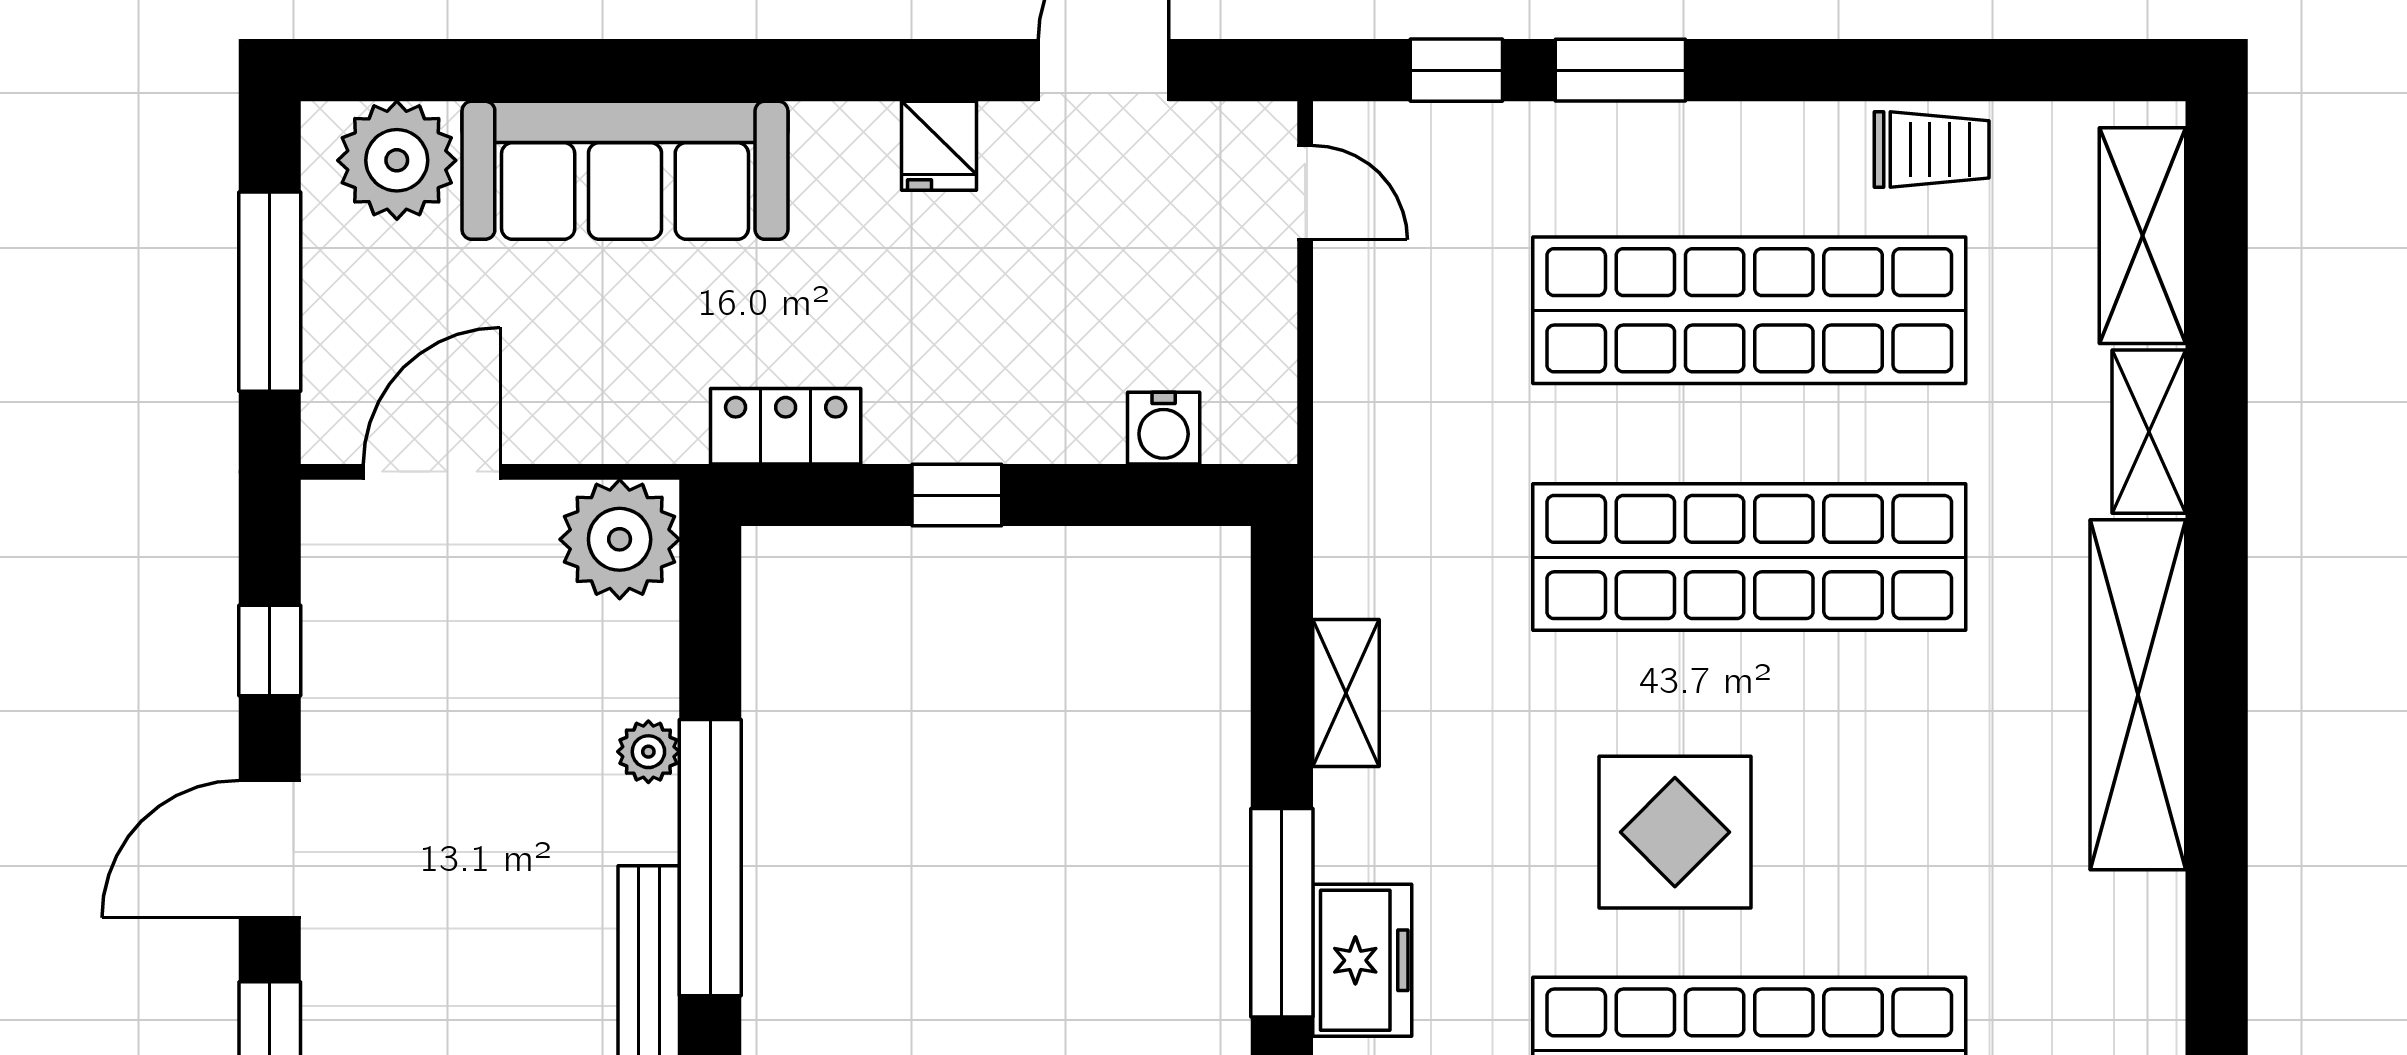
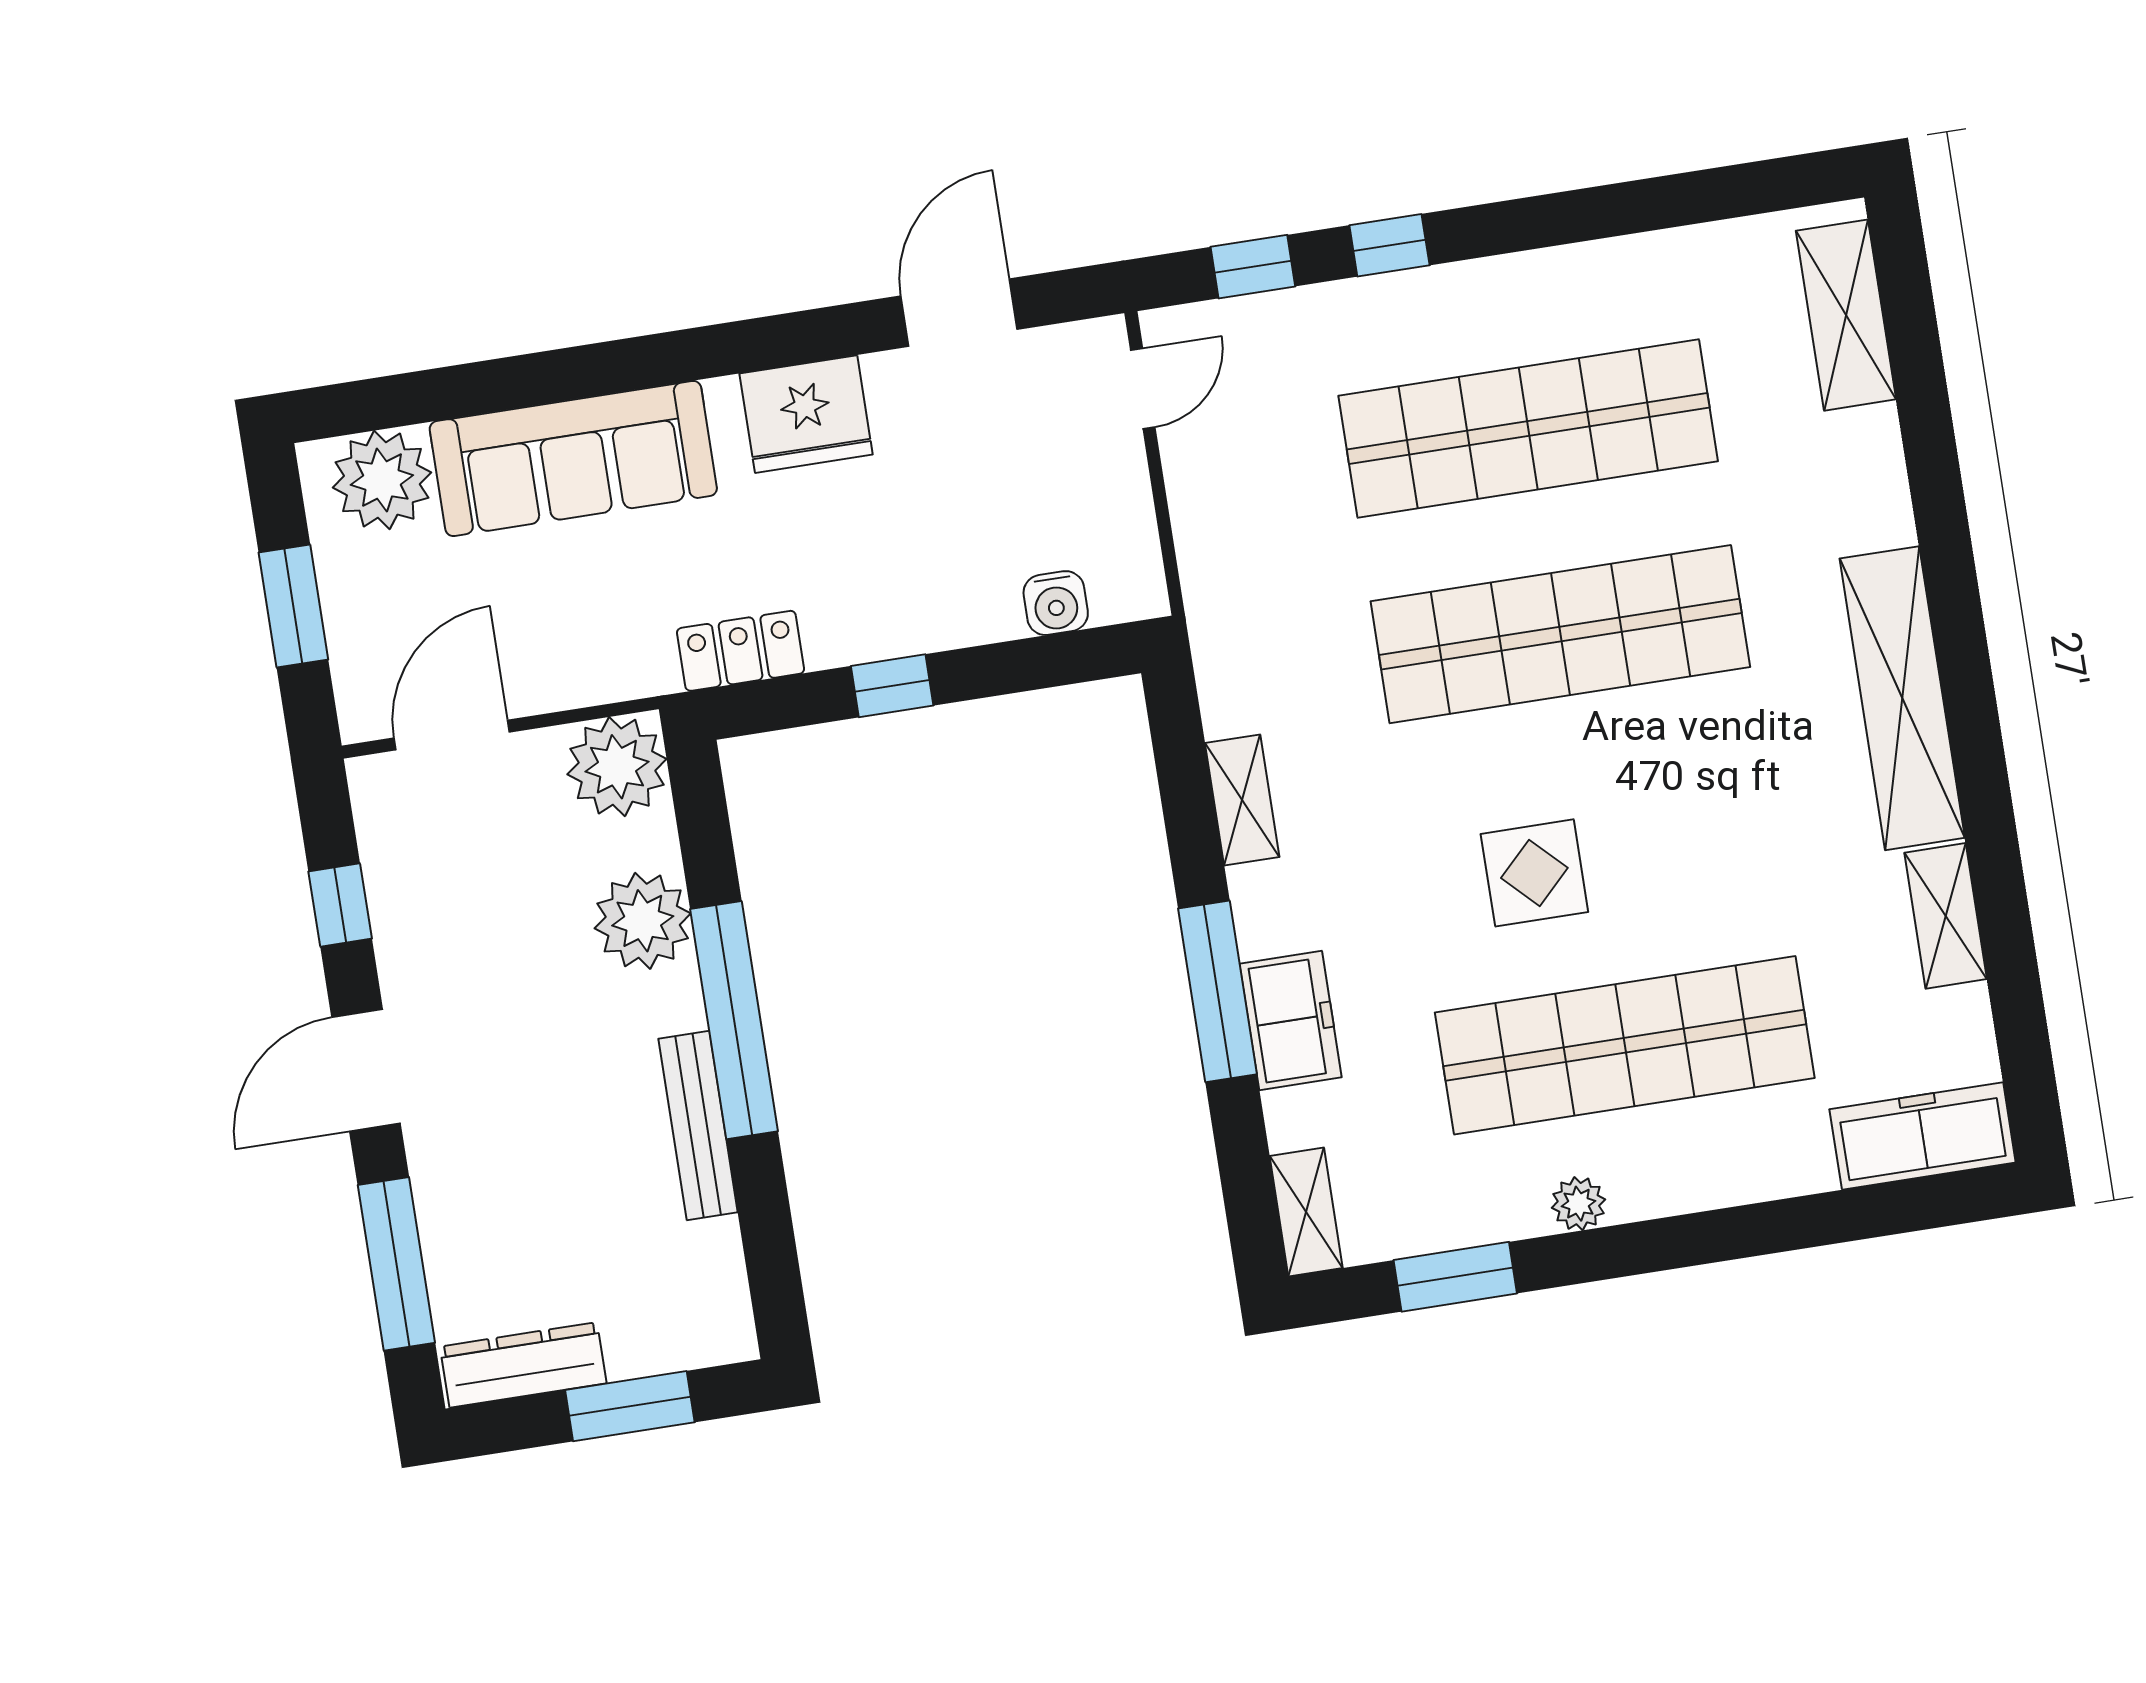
window: (1620, 70) -> (1389, 245), width x0.67
fridge: (939, 146) -> (806, 414), width x1.88, depth x1.34
trolley: (1932, 149) -> (1659, 271), removed
door: (1305, 193) -> (1143, 389), hinge flipped
window: (270, 292) -> (293, 606), width x0.69
shelving: (2149, 432) -> (1946, 916), moved
plant: (648, 752) -> (643, 921), width x1.87, depth x1.87
display table: (1675, 832) -> (1534, 873), width x0.73, depth x0.73

